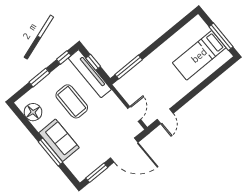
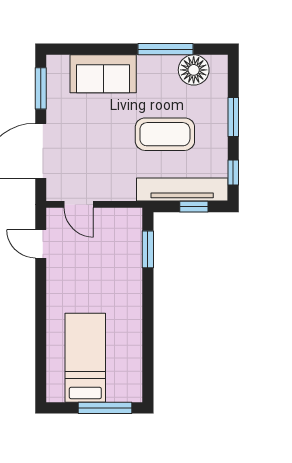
window: (221, 37) -> (105, 408), moved
window: (129, 67) -> (148, 249), width x0.69
sofa: (59, 140) -> (103, 74), moved
window: (51, 152) -> (165, 49), moved

